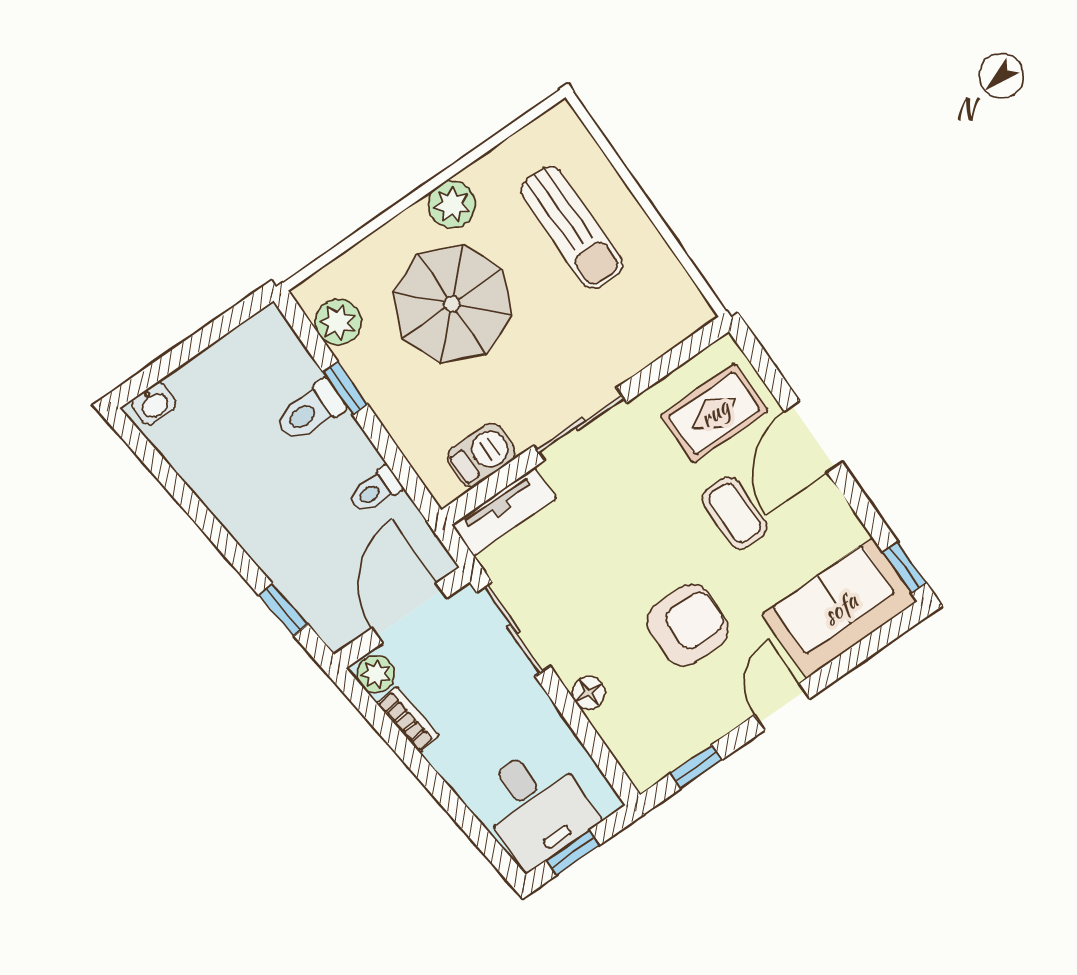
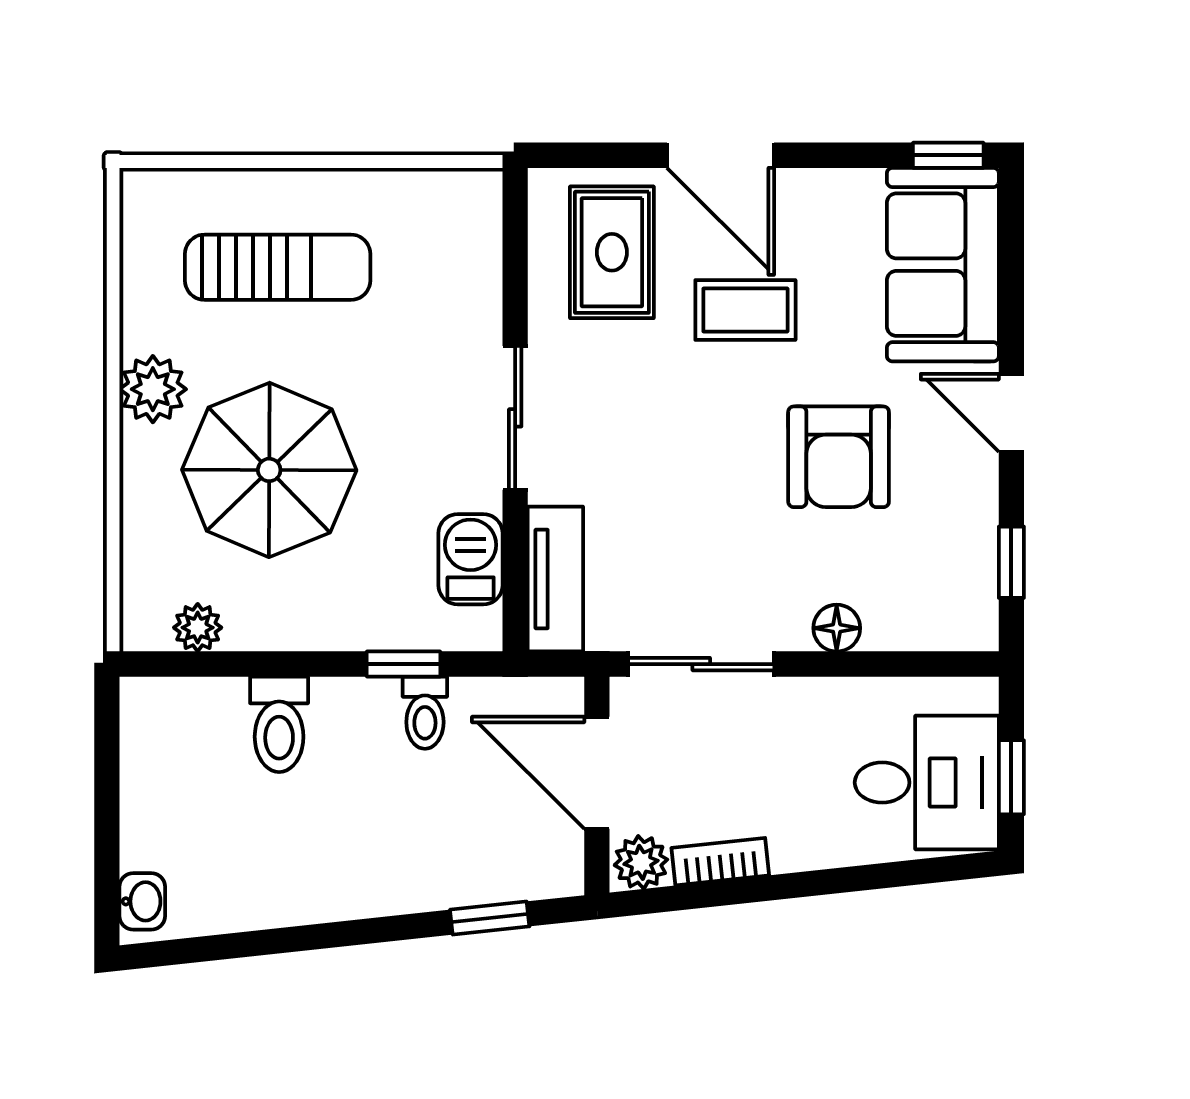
plant: (338, 322) -> (198, 628), width x0.73, depth x0.73
window: (345, 388) -> (403, 664), moved
armchair: (688, 625) -> (839, 457), turned 180

